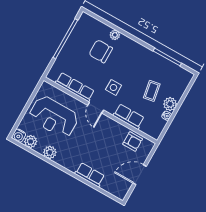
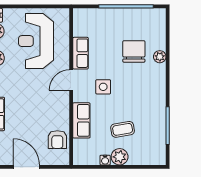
row of seats: (75, 87) -> (81, 53), width x0.68

